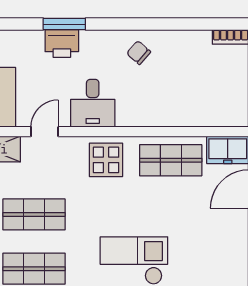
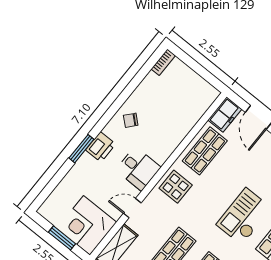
printer: (62, 43) -> (101, 147), moved
door: (45, 132) -> (132, 208), hinge flipped

